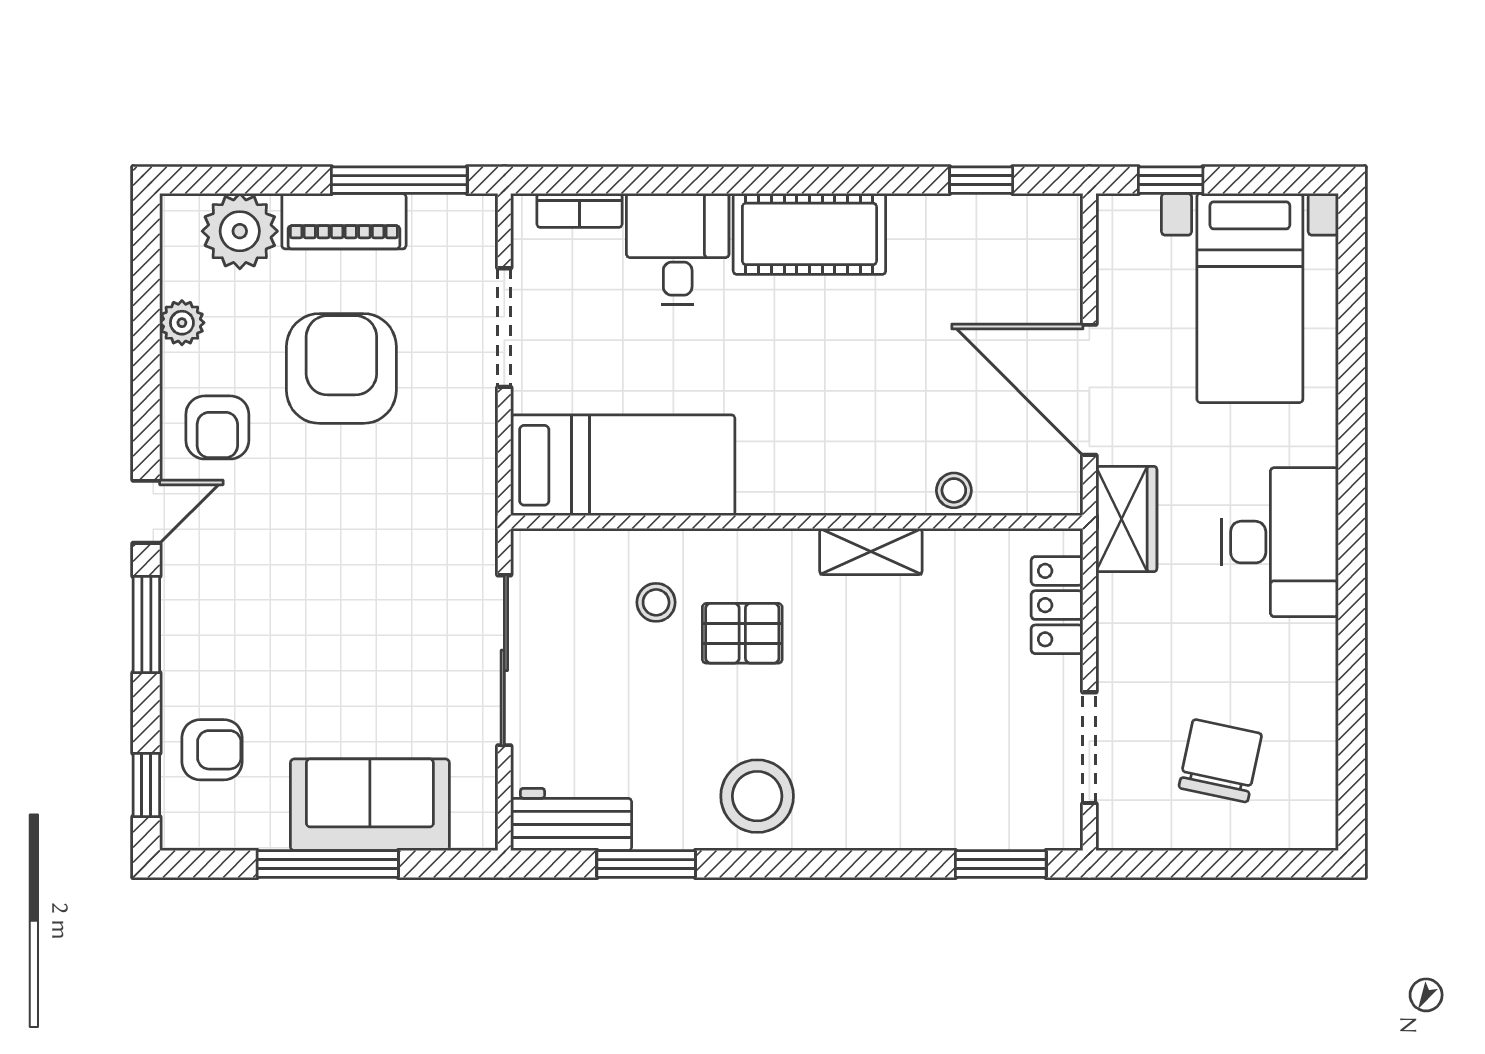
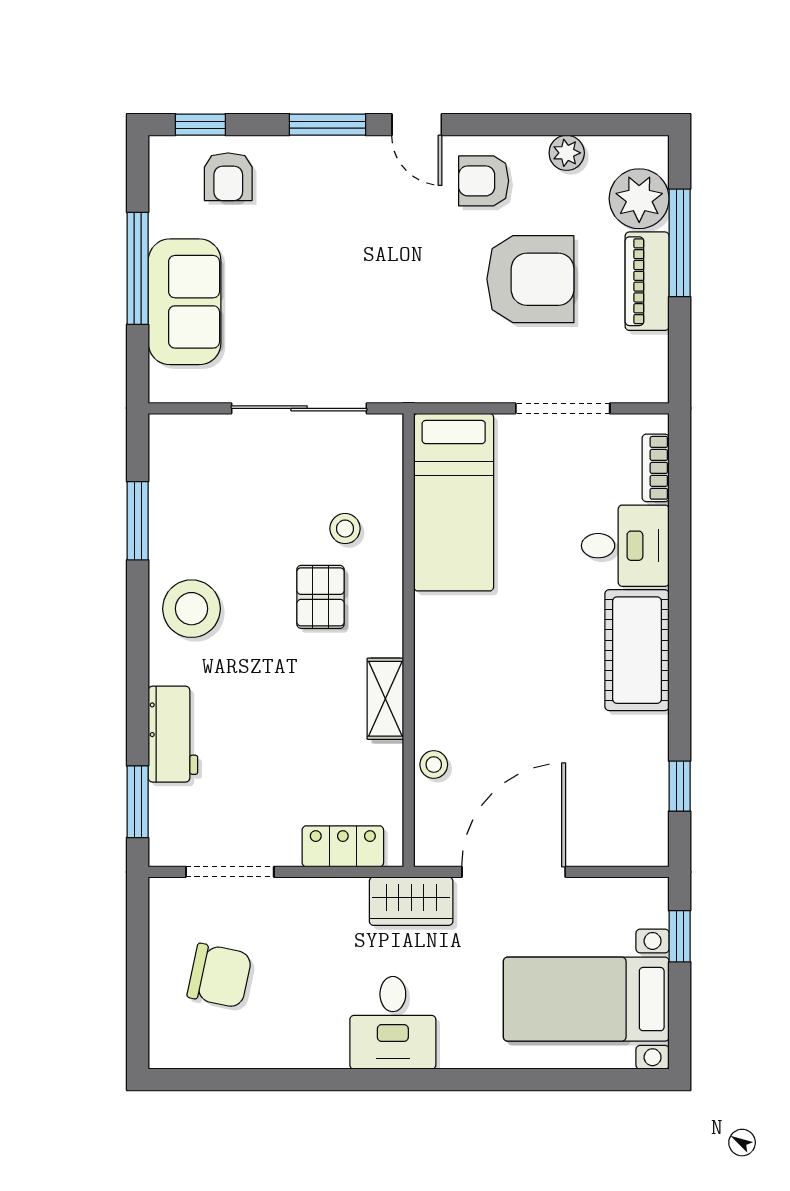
window: (399, 180) -> (680, 243), moved
desk: (1280, 542) -> (393, 1023), width x0.73
workbench: (571, 820) -> (173, 734), moved

